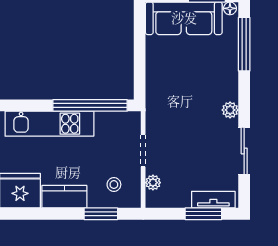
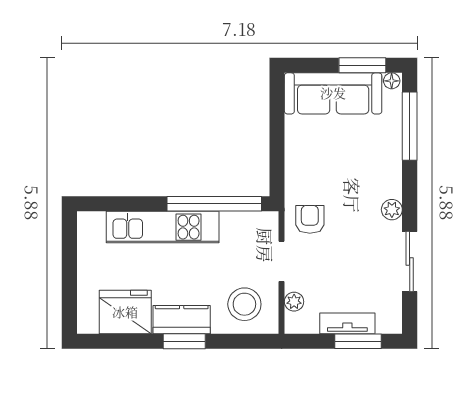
armchair: (165, 118) -> (310, 219), added
stool: (114, 185) -> (244, 304), width x1.89, depth x1.89
tv unit: (213, 200) -> (347, 323), moved
window: (101, 214) -> (184, 341), moved

